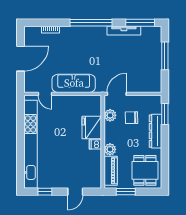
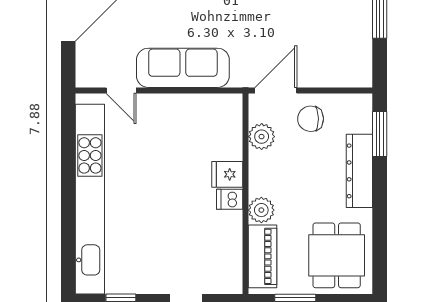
chair: (132, 118) -> (311, 119), moved
fridge: (92, 127) -> (227, 174), width x0.53, depth x0.75

